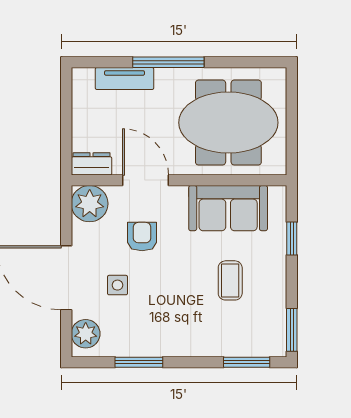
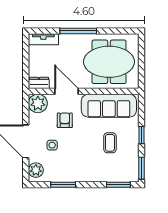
tv unit: (125, 79) -> (43, 39), moved
sofa: (228, 208) -> (109, 106), width x1.36
window: (292, 239) -> (142, 135), moved

